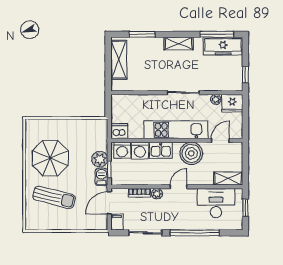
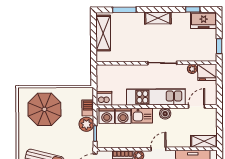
window: (217, 34) -> (193, 9), width x0.46
freezer: (223, 46) -> (204, 20), width x0.71
boiler: (191, 153) -> (165, 114), width x0.54, depth x0.54
parasol: (50, 158) -> (44, 109), moved
barbecue: (101, 177) -> (88, 108), moved

